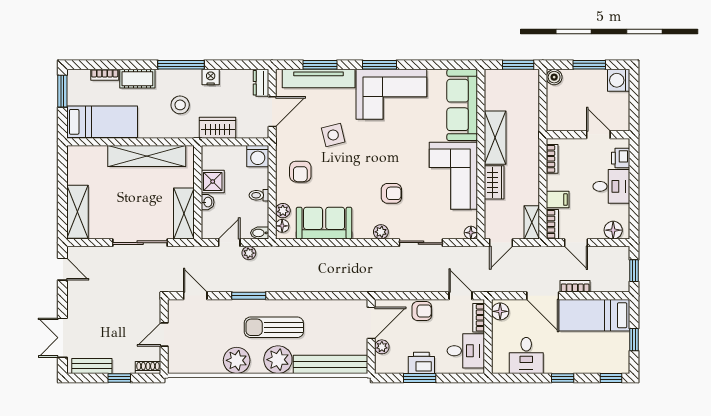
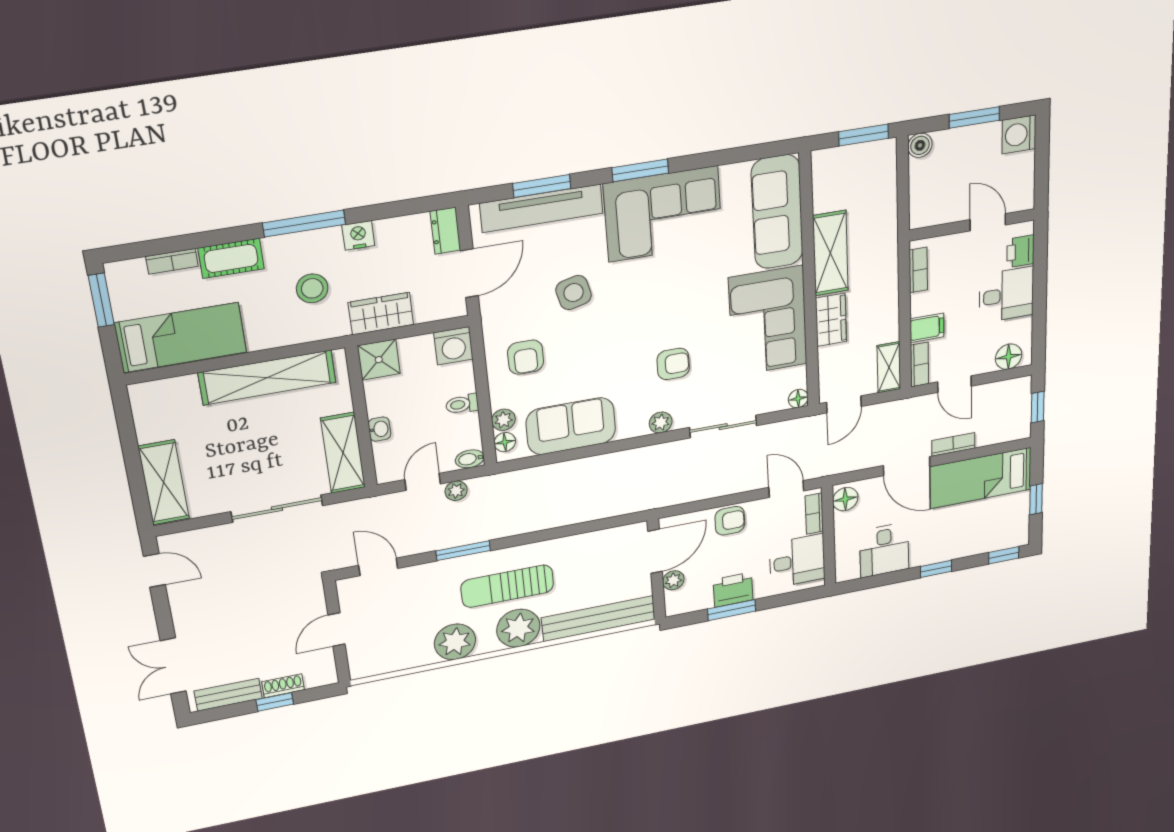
shower: (213, 181) -> (379, 360), moved
shoe rack: (148, 368) -> (283, 686), moved

